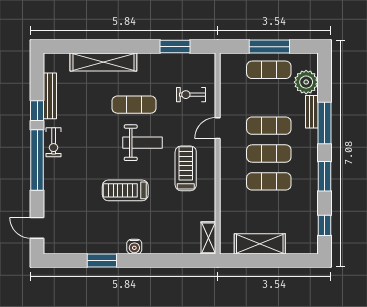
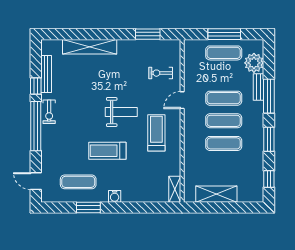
exercise mat: (134, 105) -> (78, 182), moved

